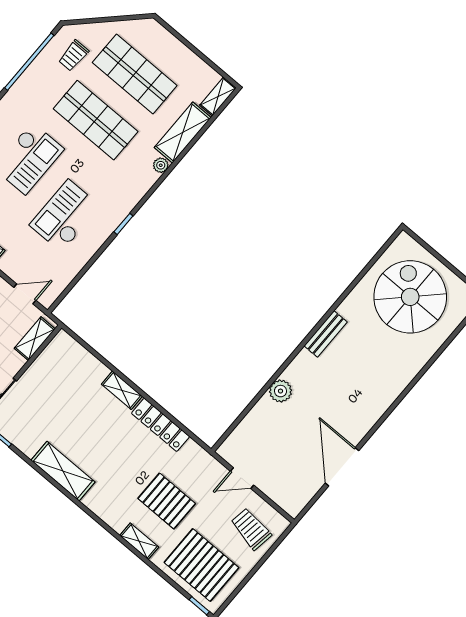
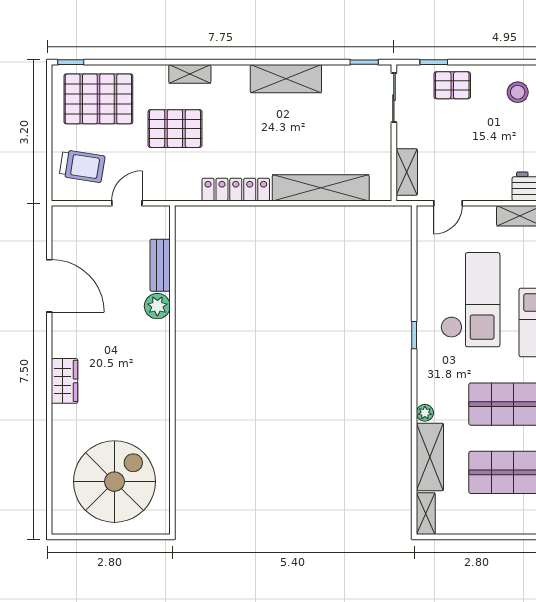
checkout: (65, 216) -> (470, 300), width x1.36, depth x1.21
spiral stairs: (410, 297) -> (114, 482), turned -90
bench: (326, 334) -> (160, 265), moved
shelving: (122, 390) -> (321, 188), width x2.20, depth x1.33
wardrobe: (386, 394) -> (65, 381), added
shelving: (139, 541) -> (190, 74), moved

